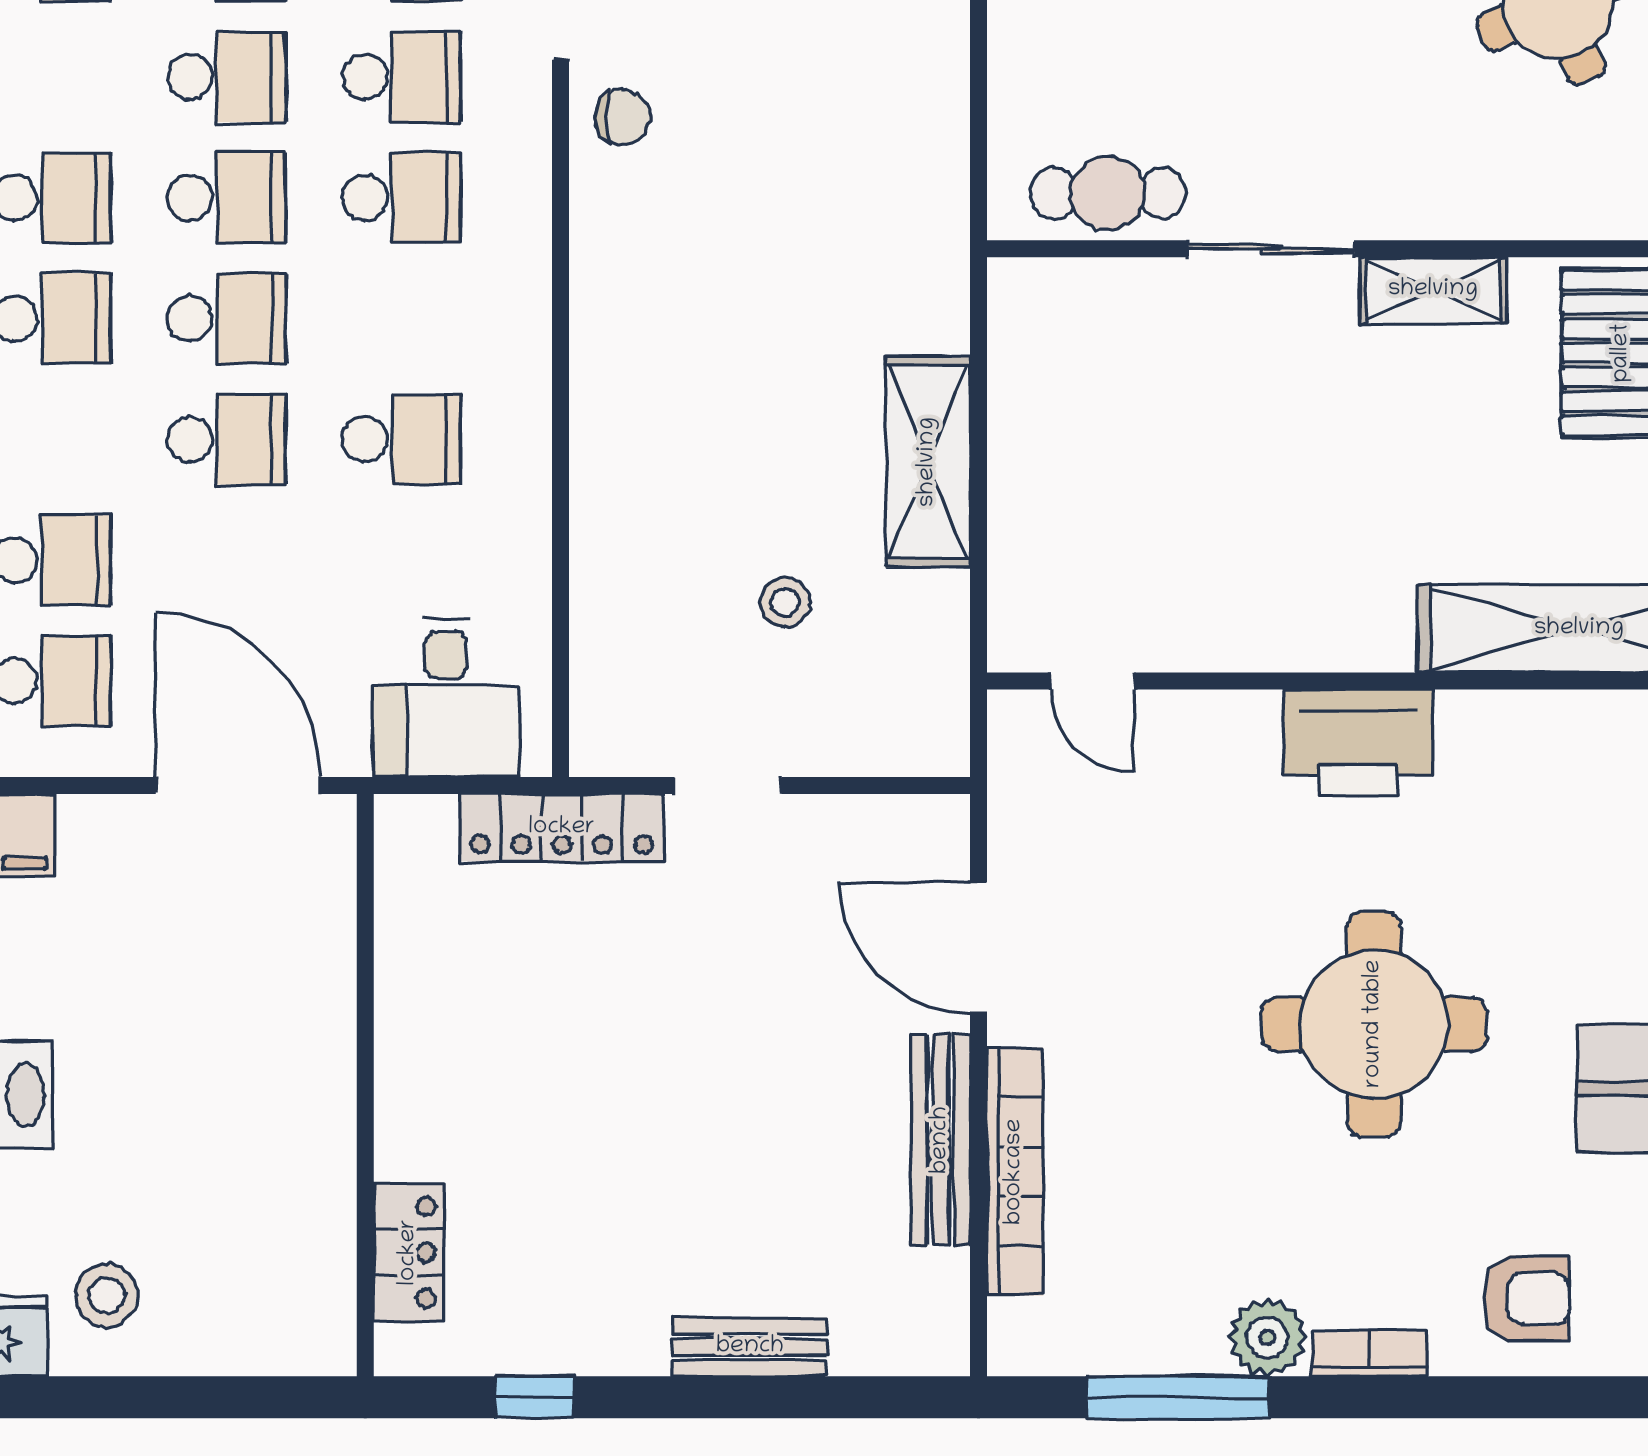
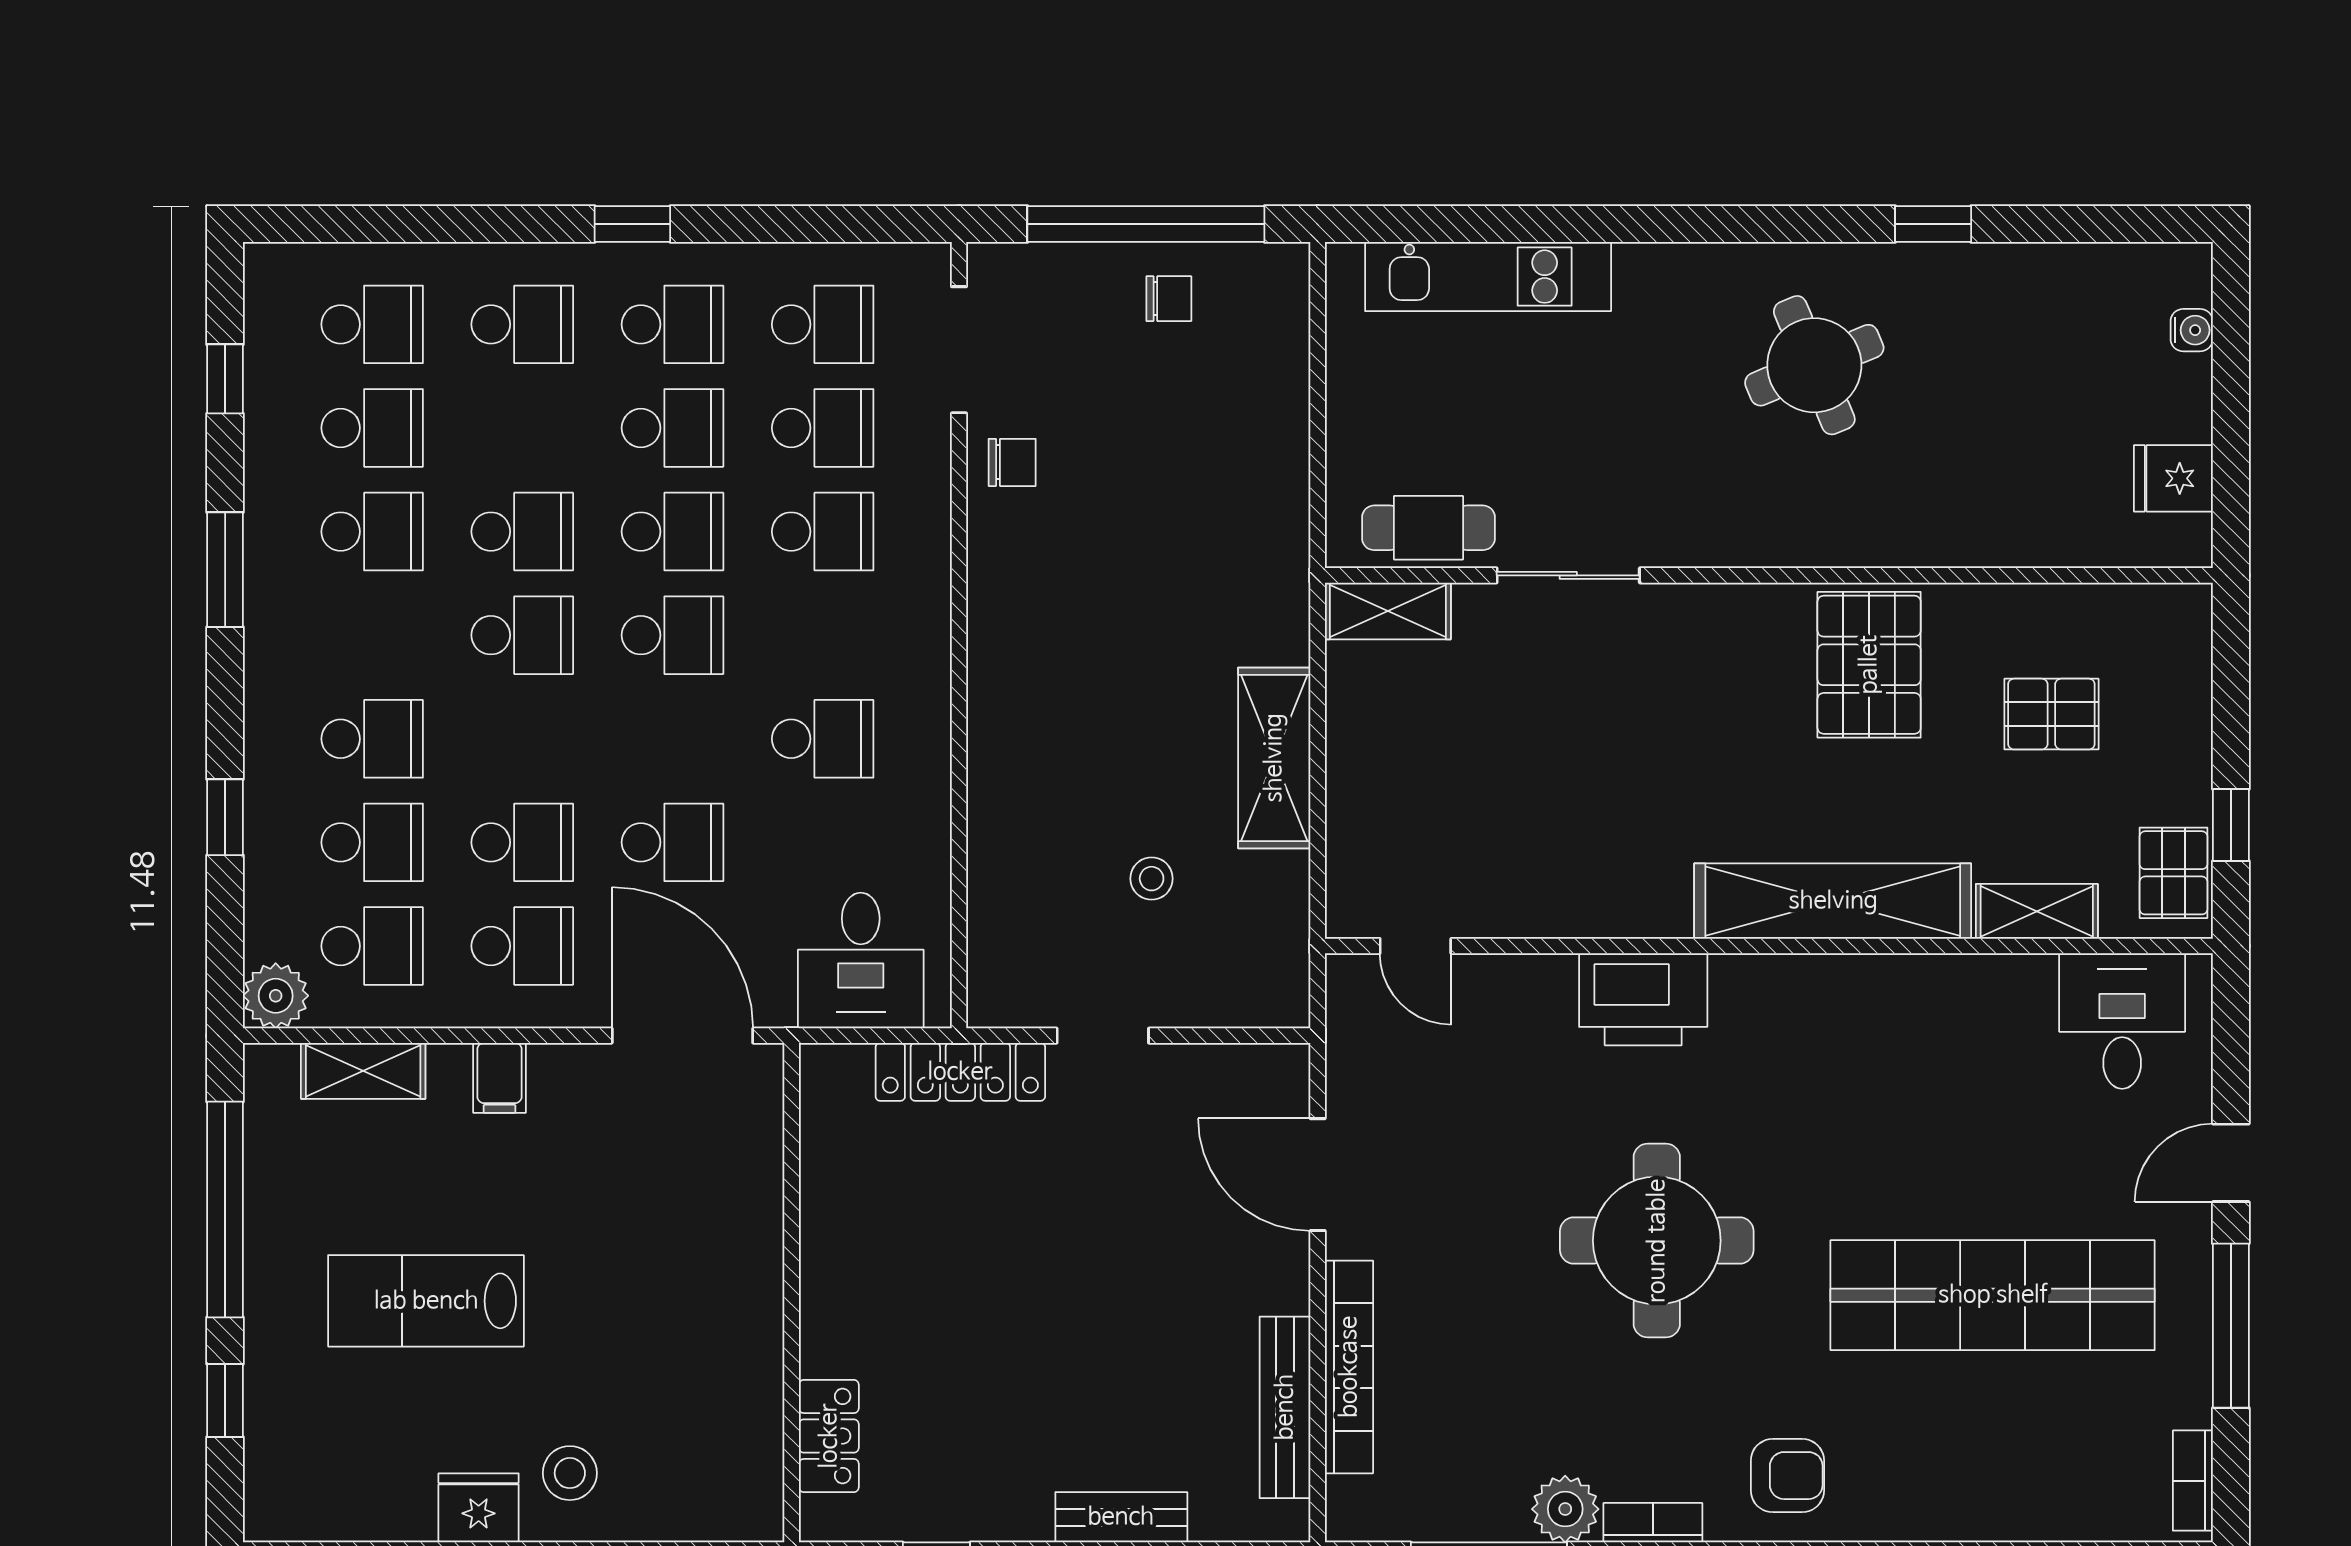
shelving: (1433, 290) -> (1388, 611), moved
school desk: (226, 439) -> (672, 842), moved
bench: (941, 1140) -> (1285, 1407), moved

